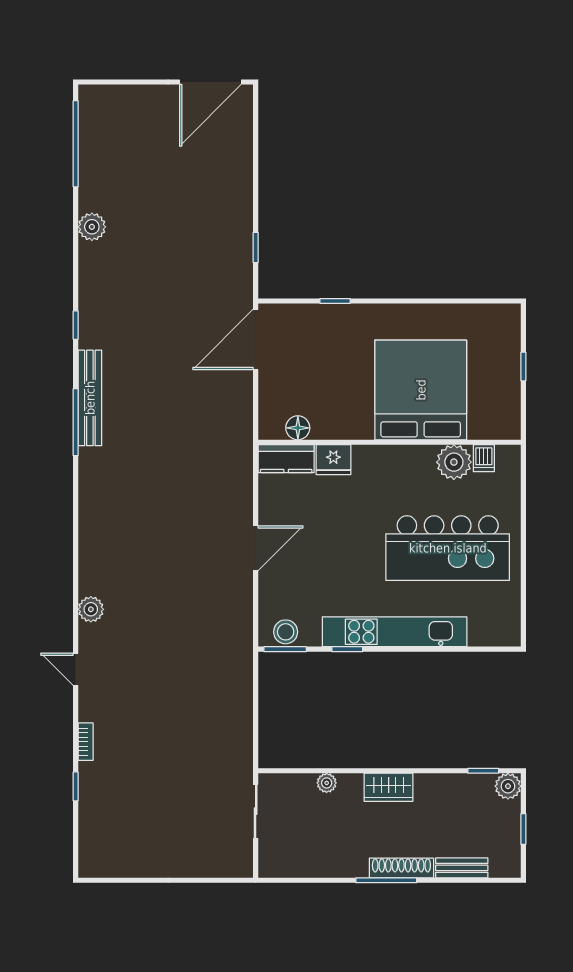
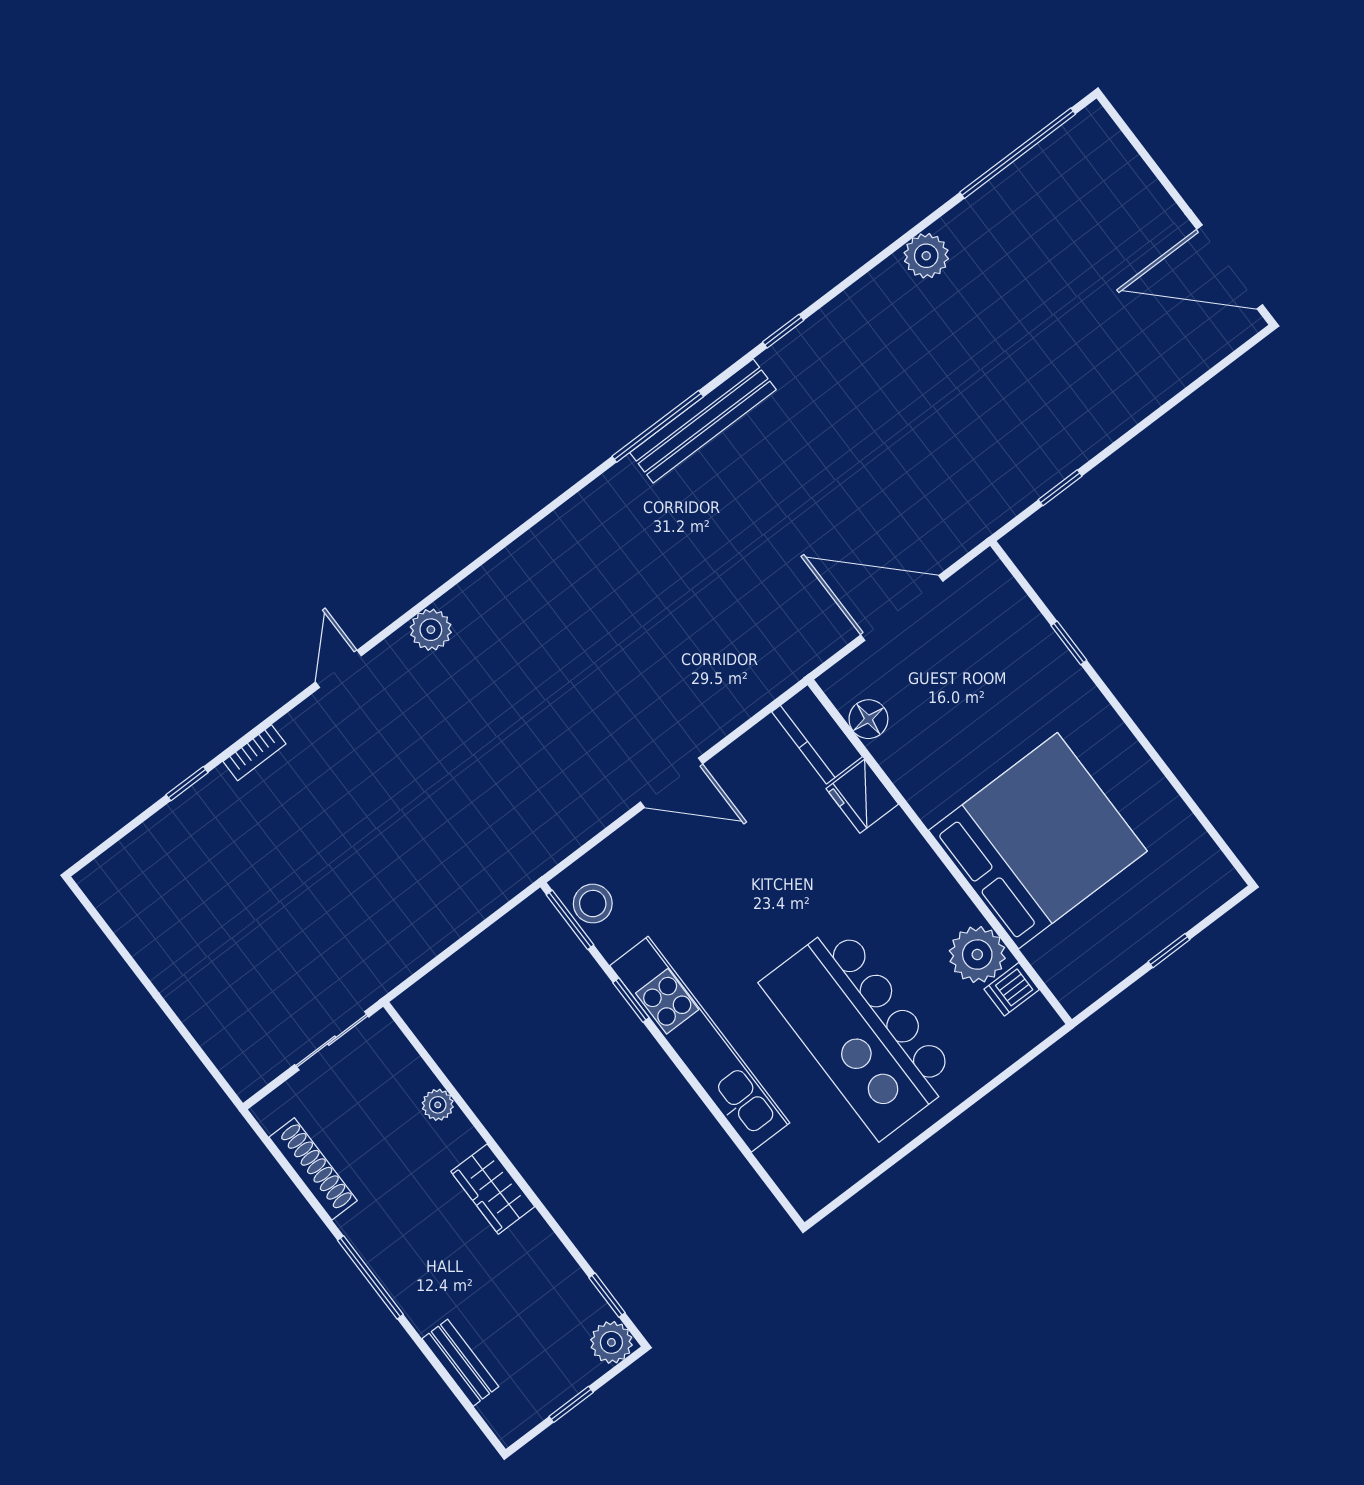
door: (256, 339) -> (902, 608), moved
shoe rack: (401, 868) -> (313, 1169), moved

